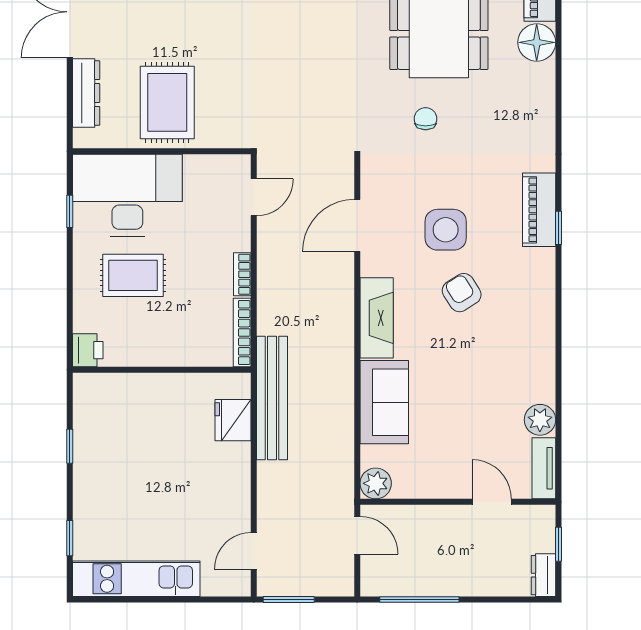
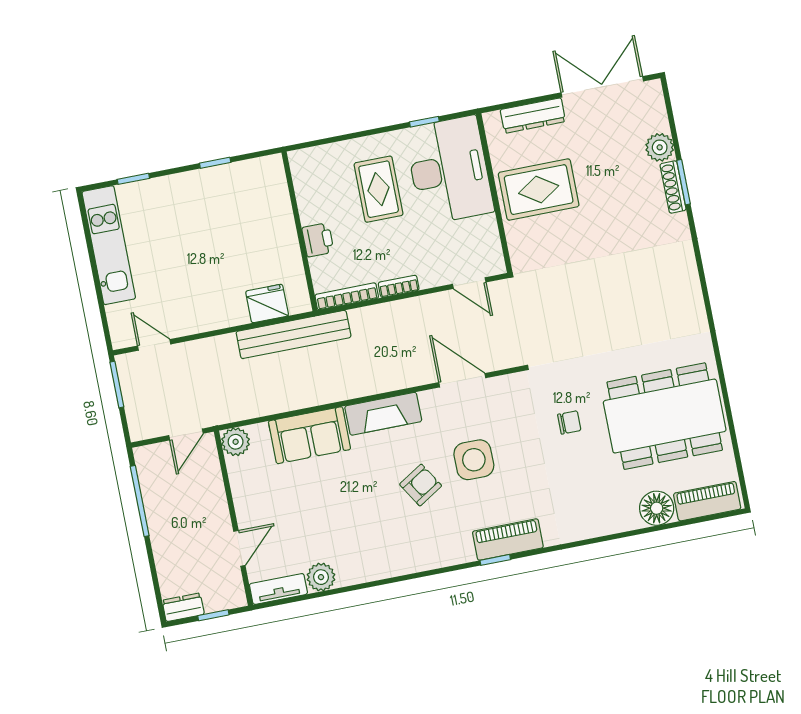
printer: (88, 350) -> (318, 240), moved, turned -90

